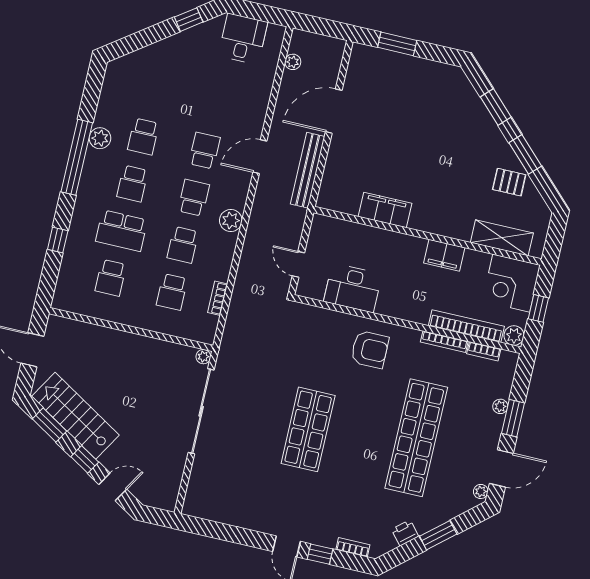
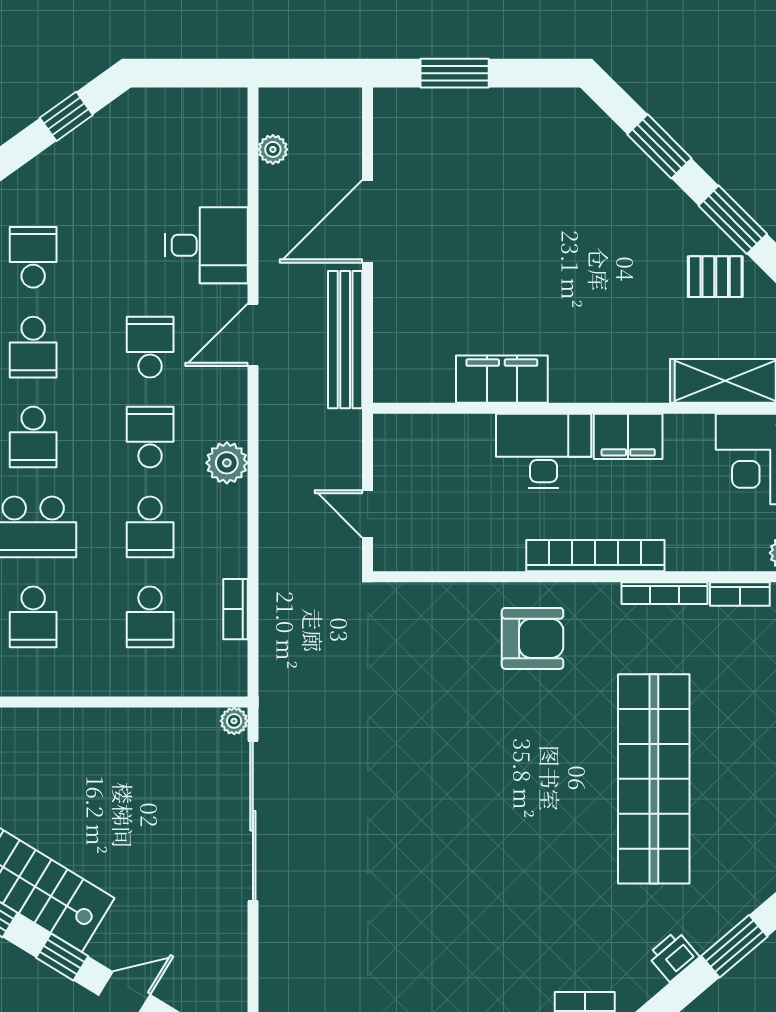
desk: (243, 39) -> (206, 245), moved, turned 90
school desk: (154, 89) -> (33, 257), added
desk: (353, 288) -> (544, 451), moved, turned 180
bookcase: (466, 326) -> (595, 556), moved
shop shelf: (308, 429) -> (454, 809), removed

